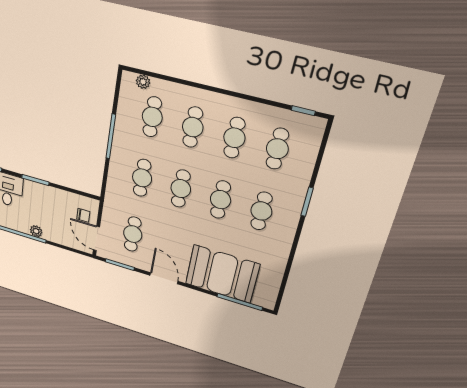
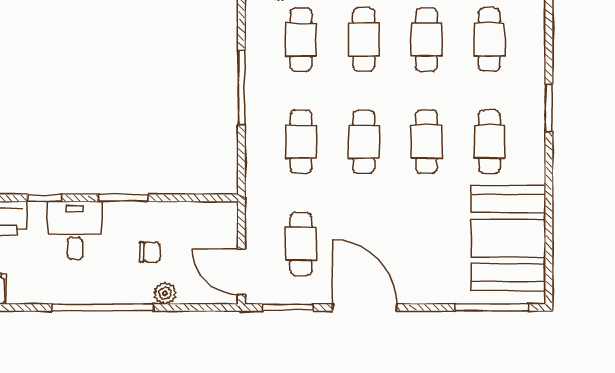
chair: (83, 215) -> (150, 252), moved
plant: (36, 231) -> (165, 293), moved
booth: (222, 274) -> (508, 238), moved, turned 90
door: (164, 278) -> (365, 307), width x1.36

